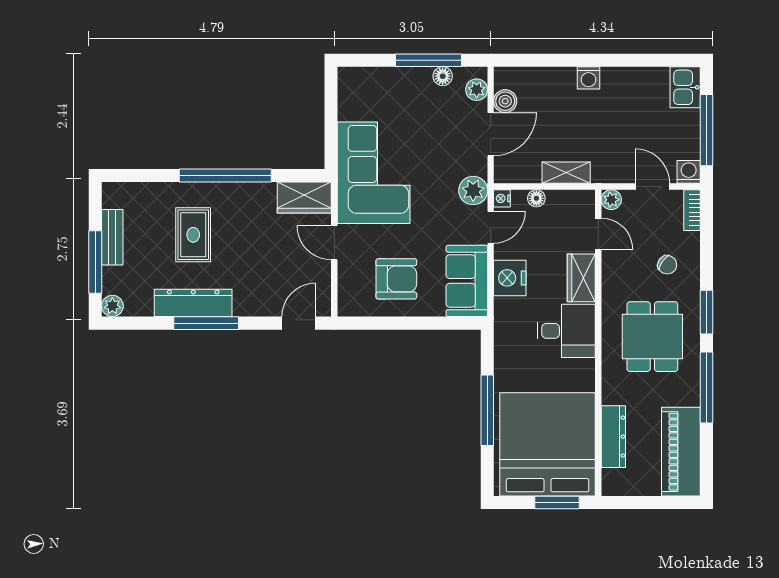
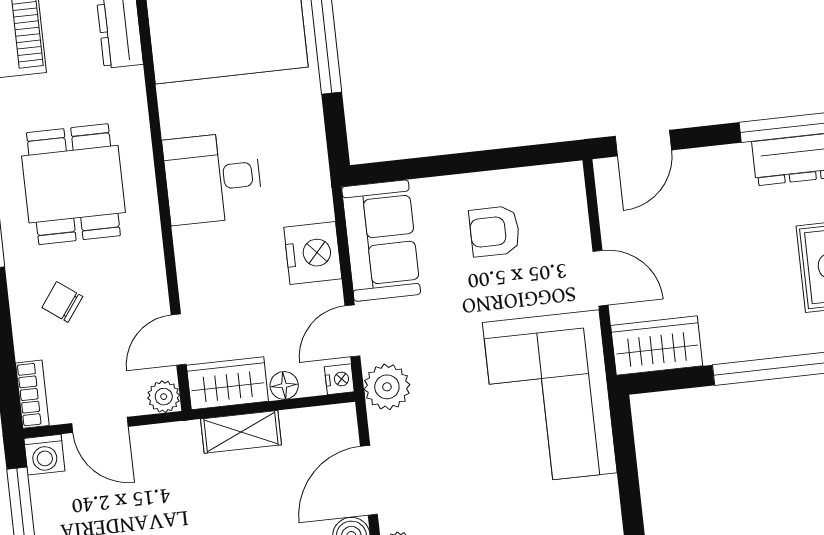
door: (598, 234) -> (179, 340), hinge flipped
wardrobe: (581, 278) -> (227, 383), moved, turned -90
armchair: (396, 279) -> (495, 231), width x0.72, depth x0.72

